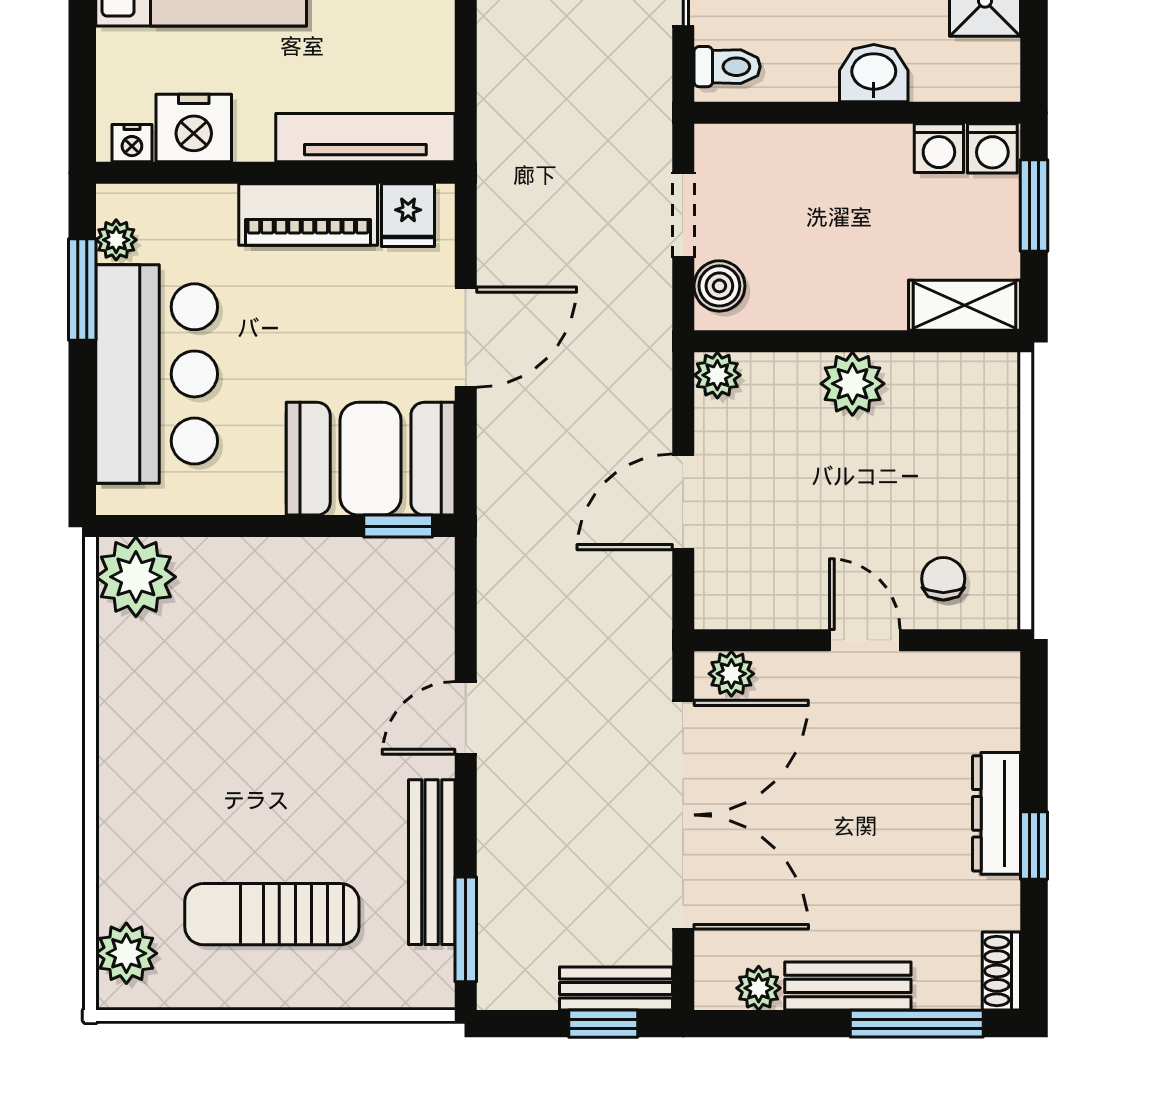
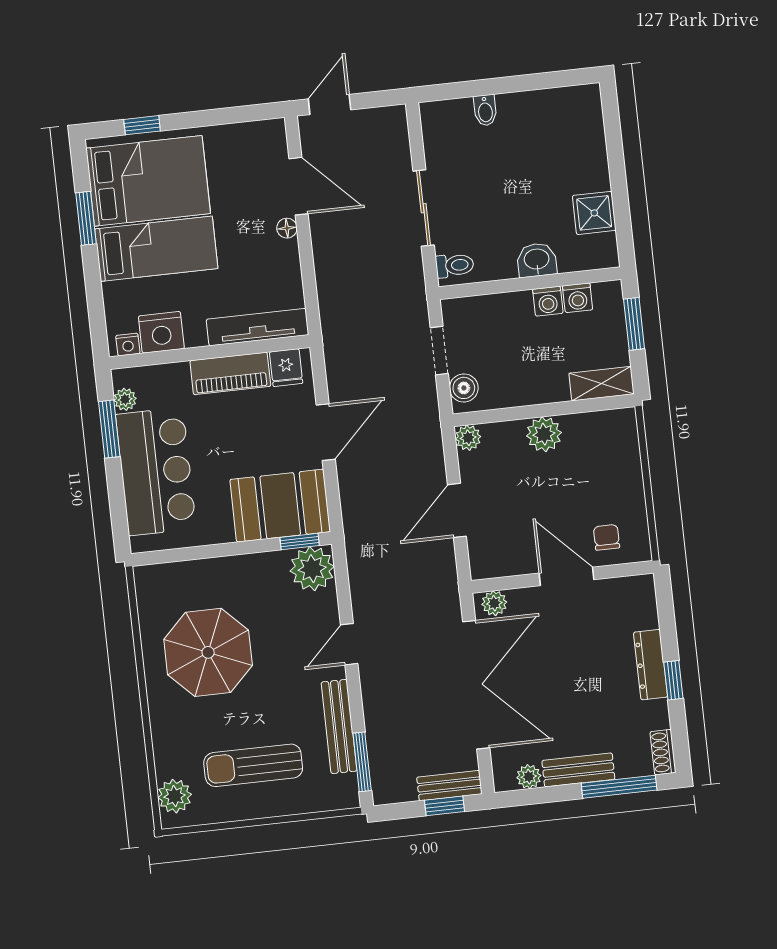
washing machine: (992, 148) -> (548, 301), moved
plant: (136, 577) -> (312, 569), moved
door: (865, 640) -> (567, 576), width x1.38
parasol: (214, 705) -> (208, 652), added

